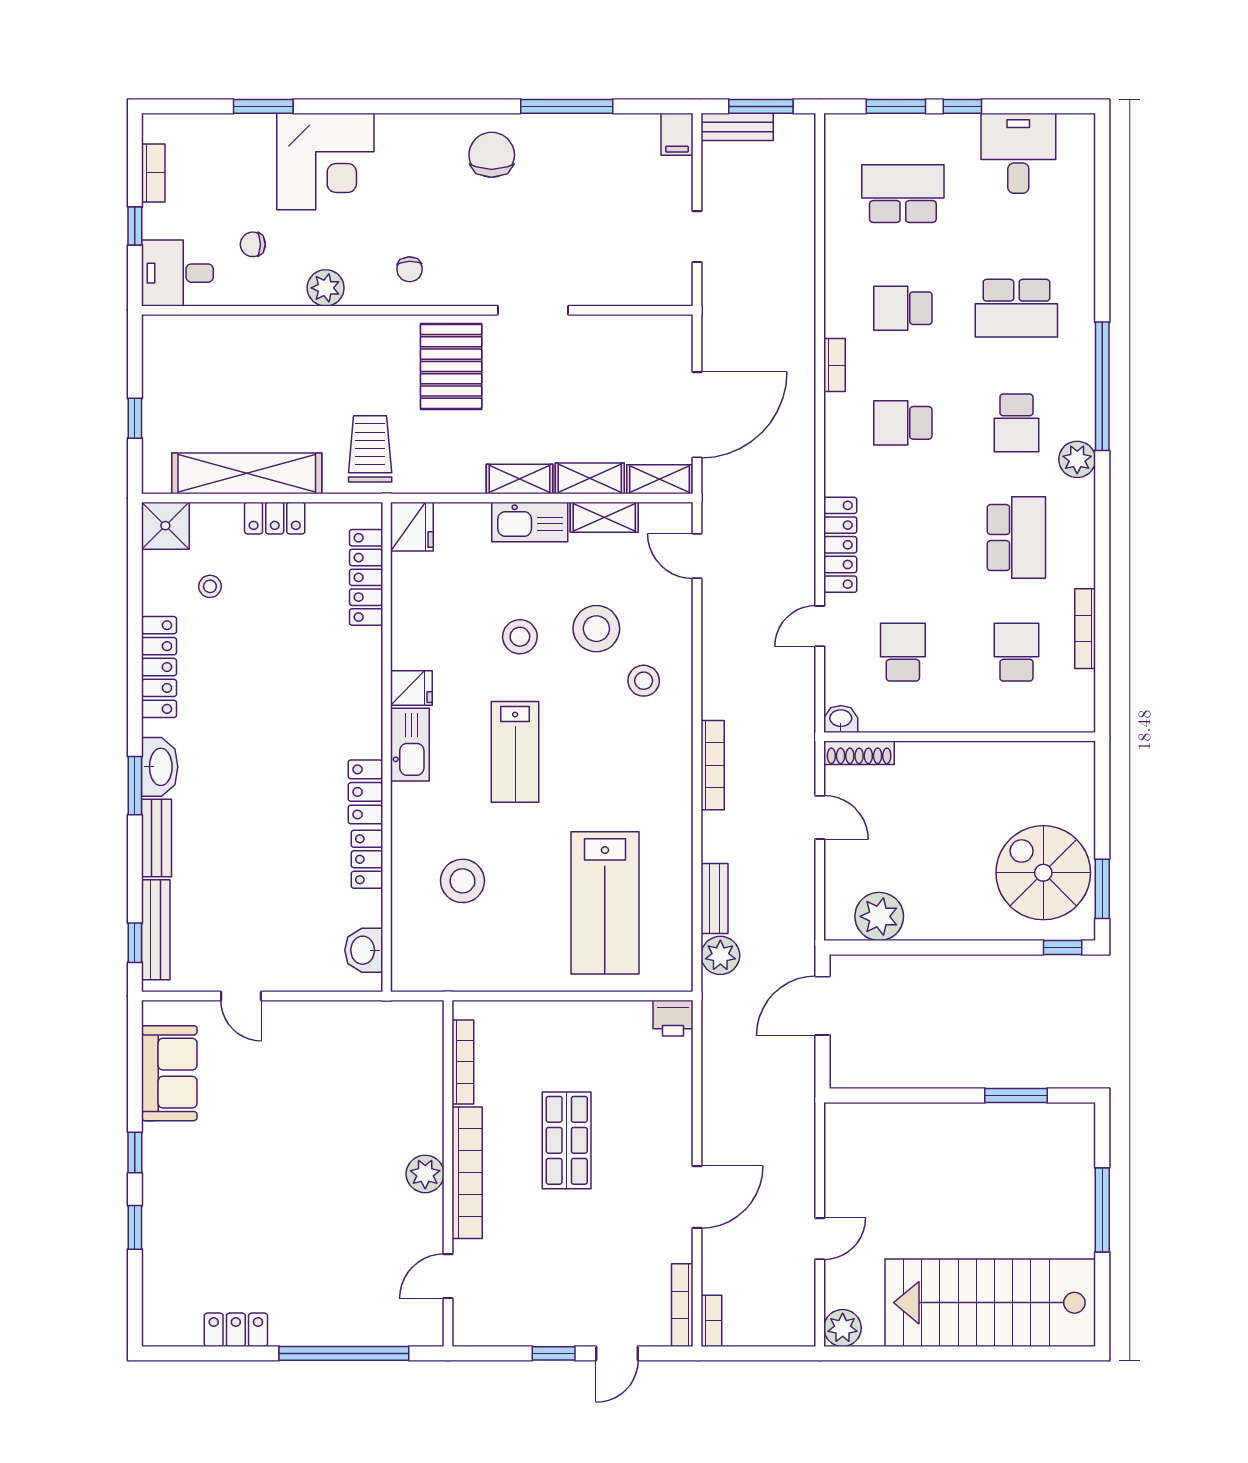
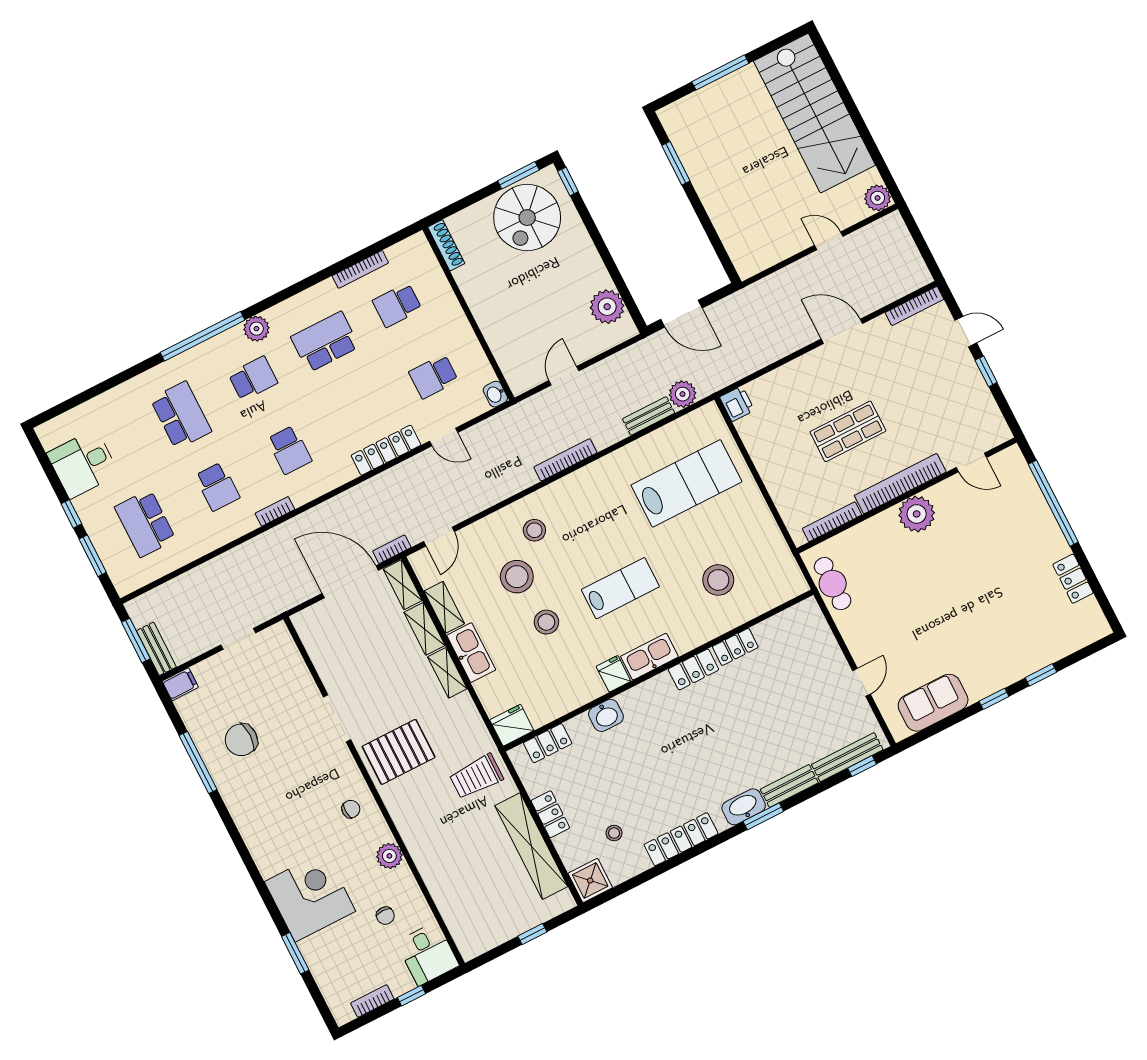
chair: (492, 155) -> (241, 740), moved
locker: (366, 577) -> (548, 743), width x0.66
shoe rack: (859, 753) -> (446, 245), moved
washbasin: (364, 950) -> (606, 715), moved
cafe table: (384, 1023) -> (833, 584), added
plant: (425, 1174) -> (917, 514), width x1.36, depth x1.36
bookcase: (711, 1321) -> (392, 549), moved

